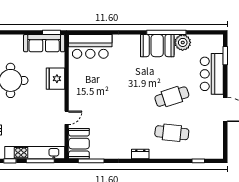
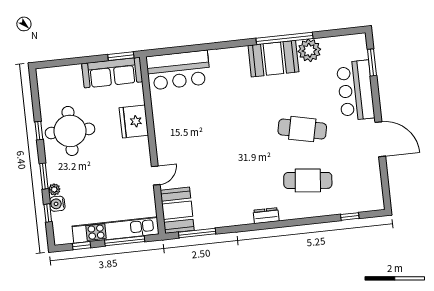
cafe table: (172, 97) -> (302, 129), turned 30

